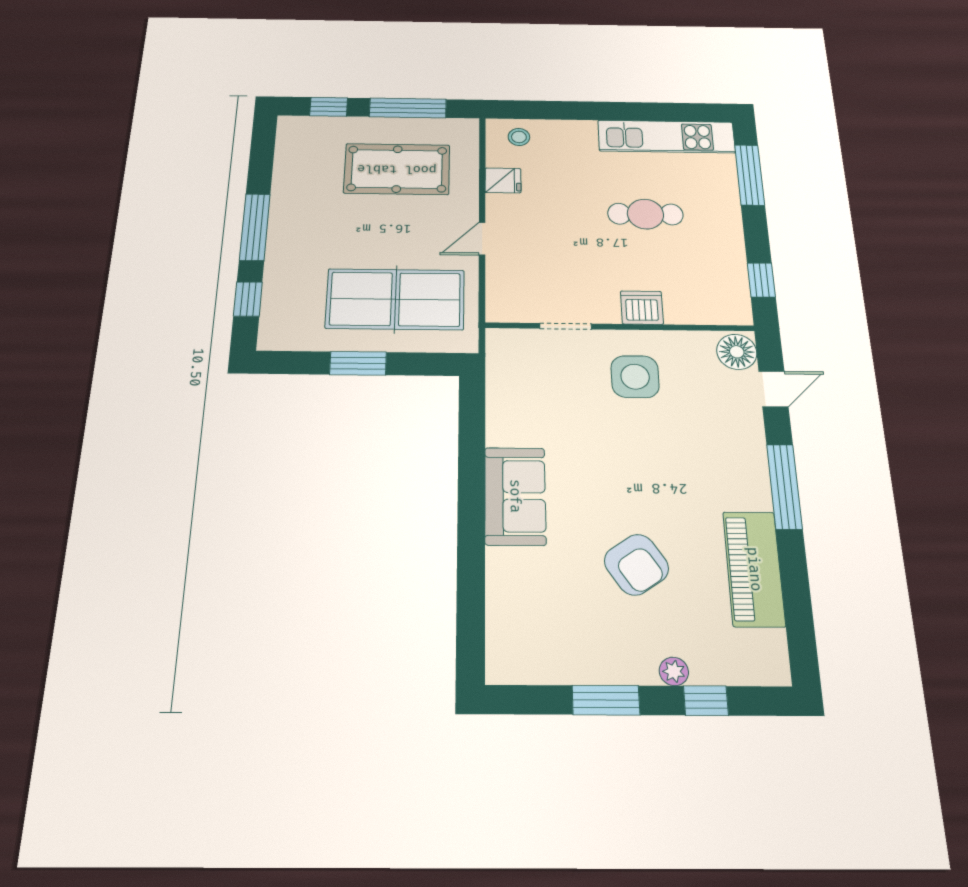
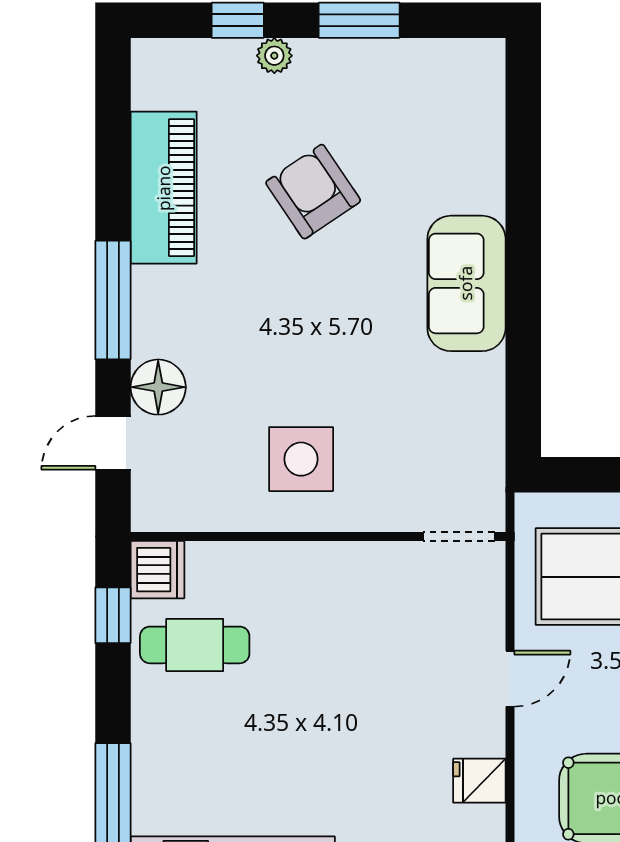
cafe table: (645, 214) -> (195, 645), moved
dishwasher: (642, 308) -> (157, 570), moved, turned -90
doorway: (566, 326) -> (459, 536), moved
floor lamp: (737, 352) -> (158, 387), moved

